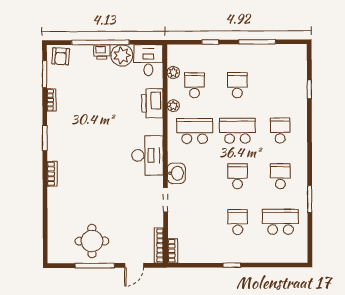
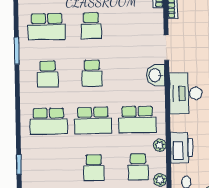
school desk: (280, 131) -> (49, 121), width x1.85

